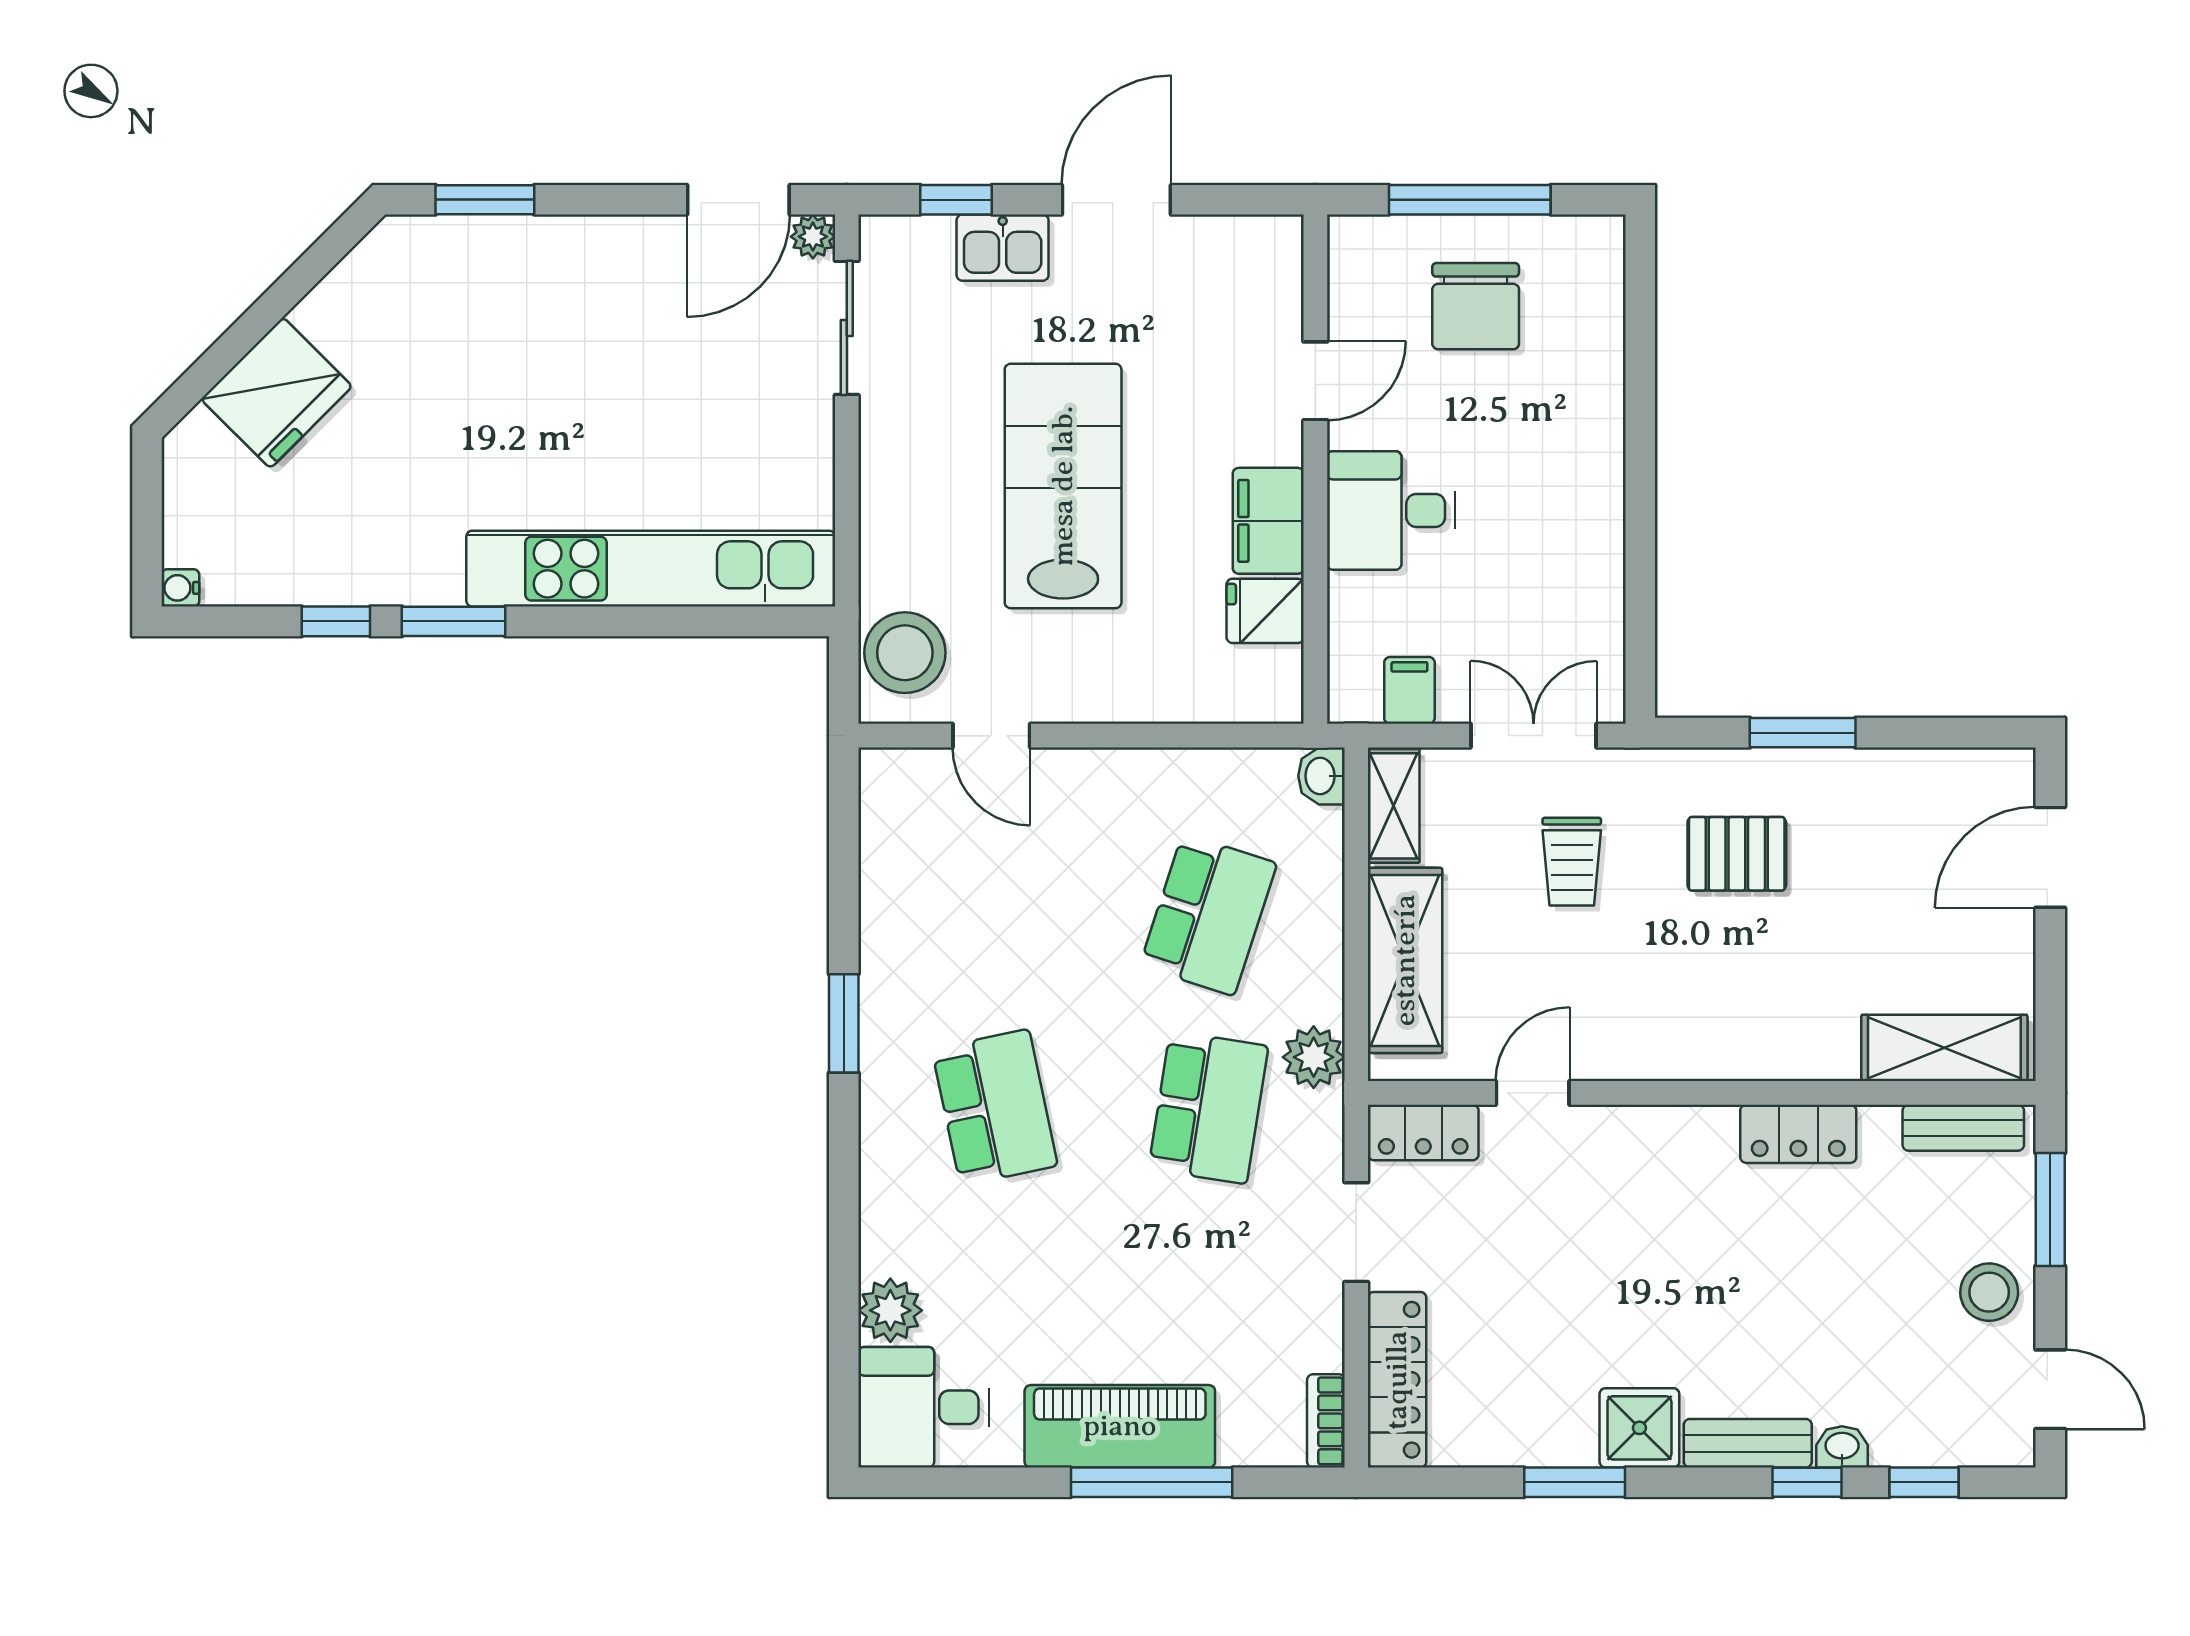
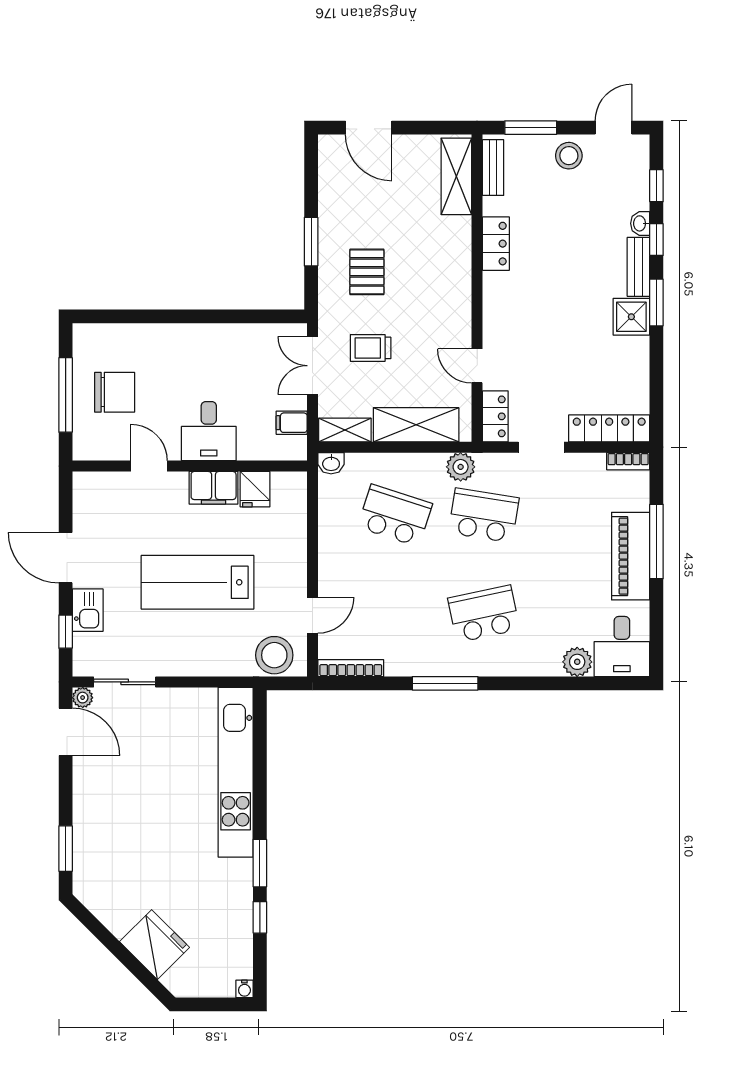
bookcase: (877, 819) -> (351, 668), added
trolley: (1572, 862) -> (371, 348), turned 180
window: (844, 1023) -> (445, 683), width x1.44
window: (1575, 1482) -> (656, 302), moved

